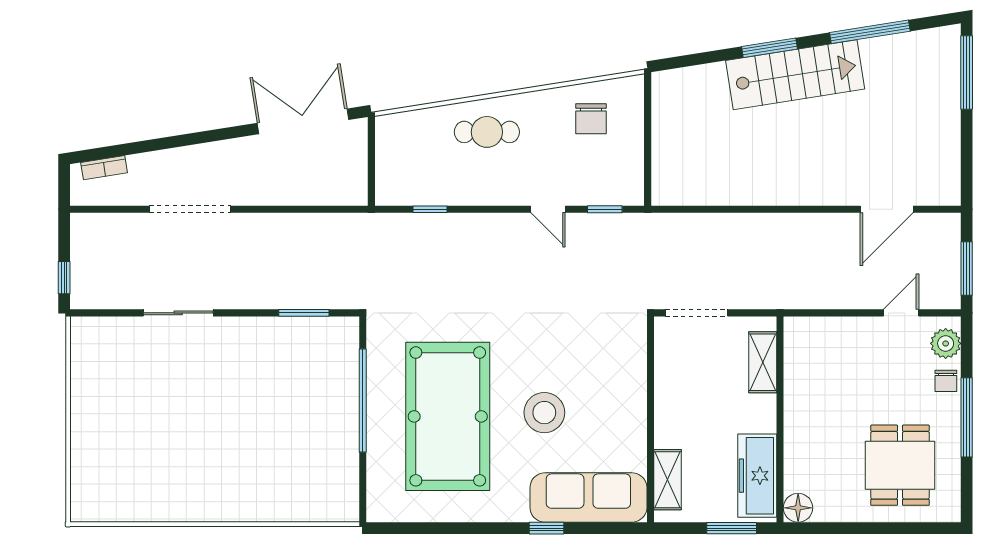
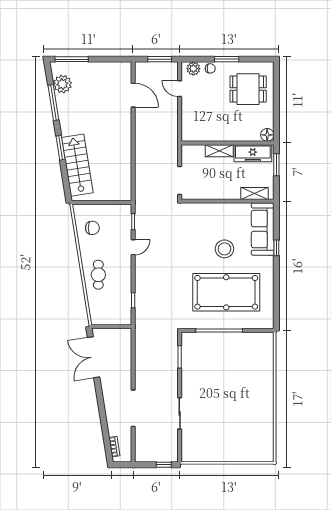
plant: (911, 52) -> (62, 84), added
stairs: (795, 75) -> (77, 165), moved
shelving: (763, 362) -> (219, 151), moved
window: (967, 417) -> (227, 59), width x0.69

